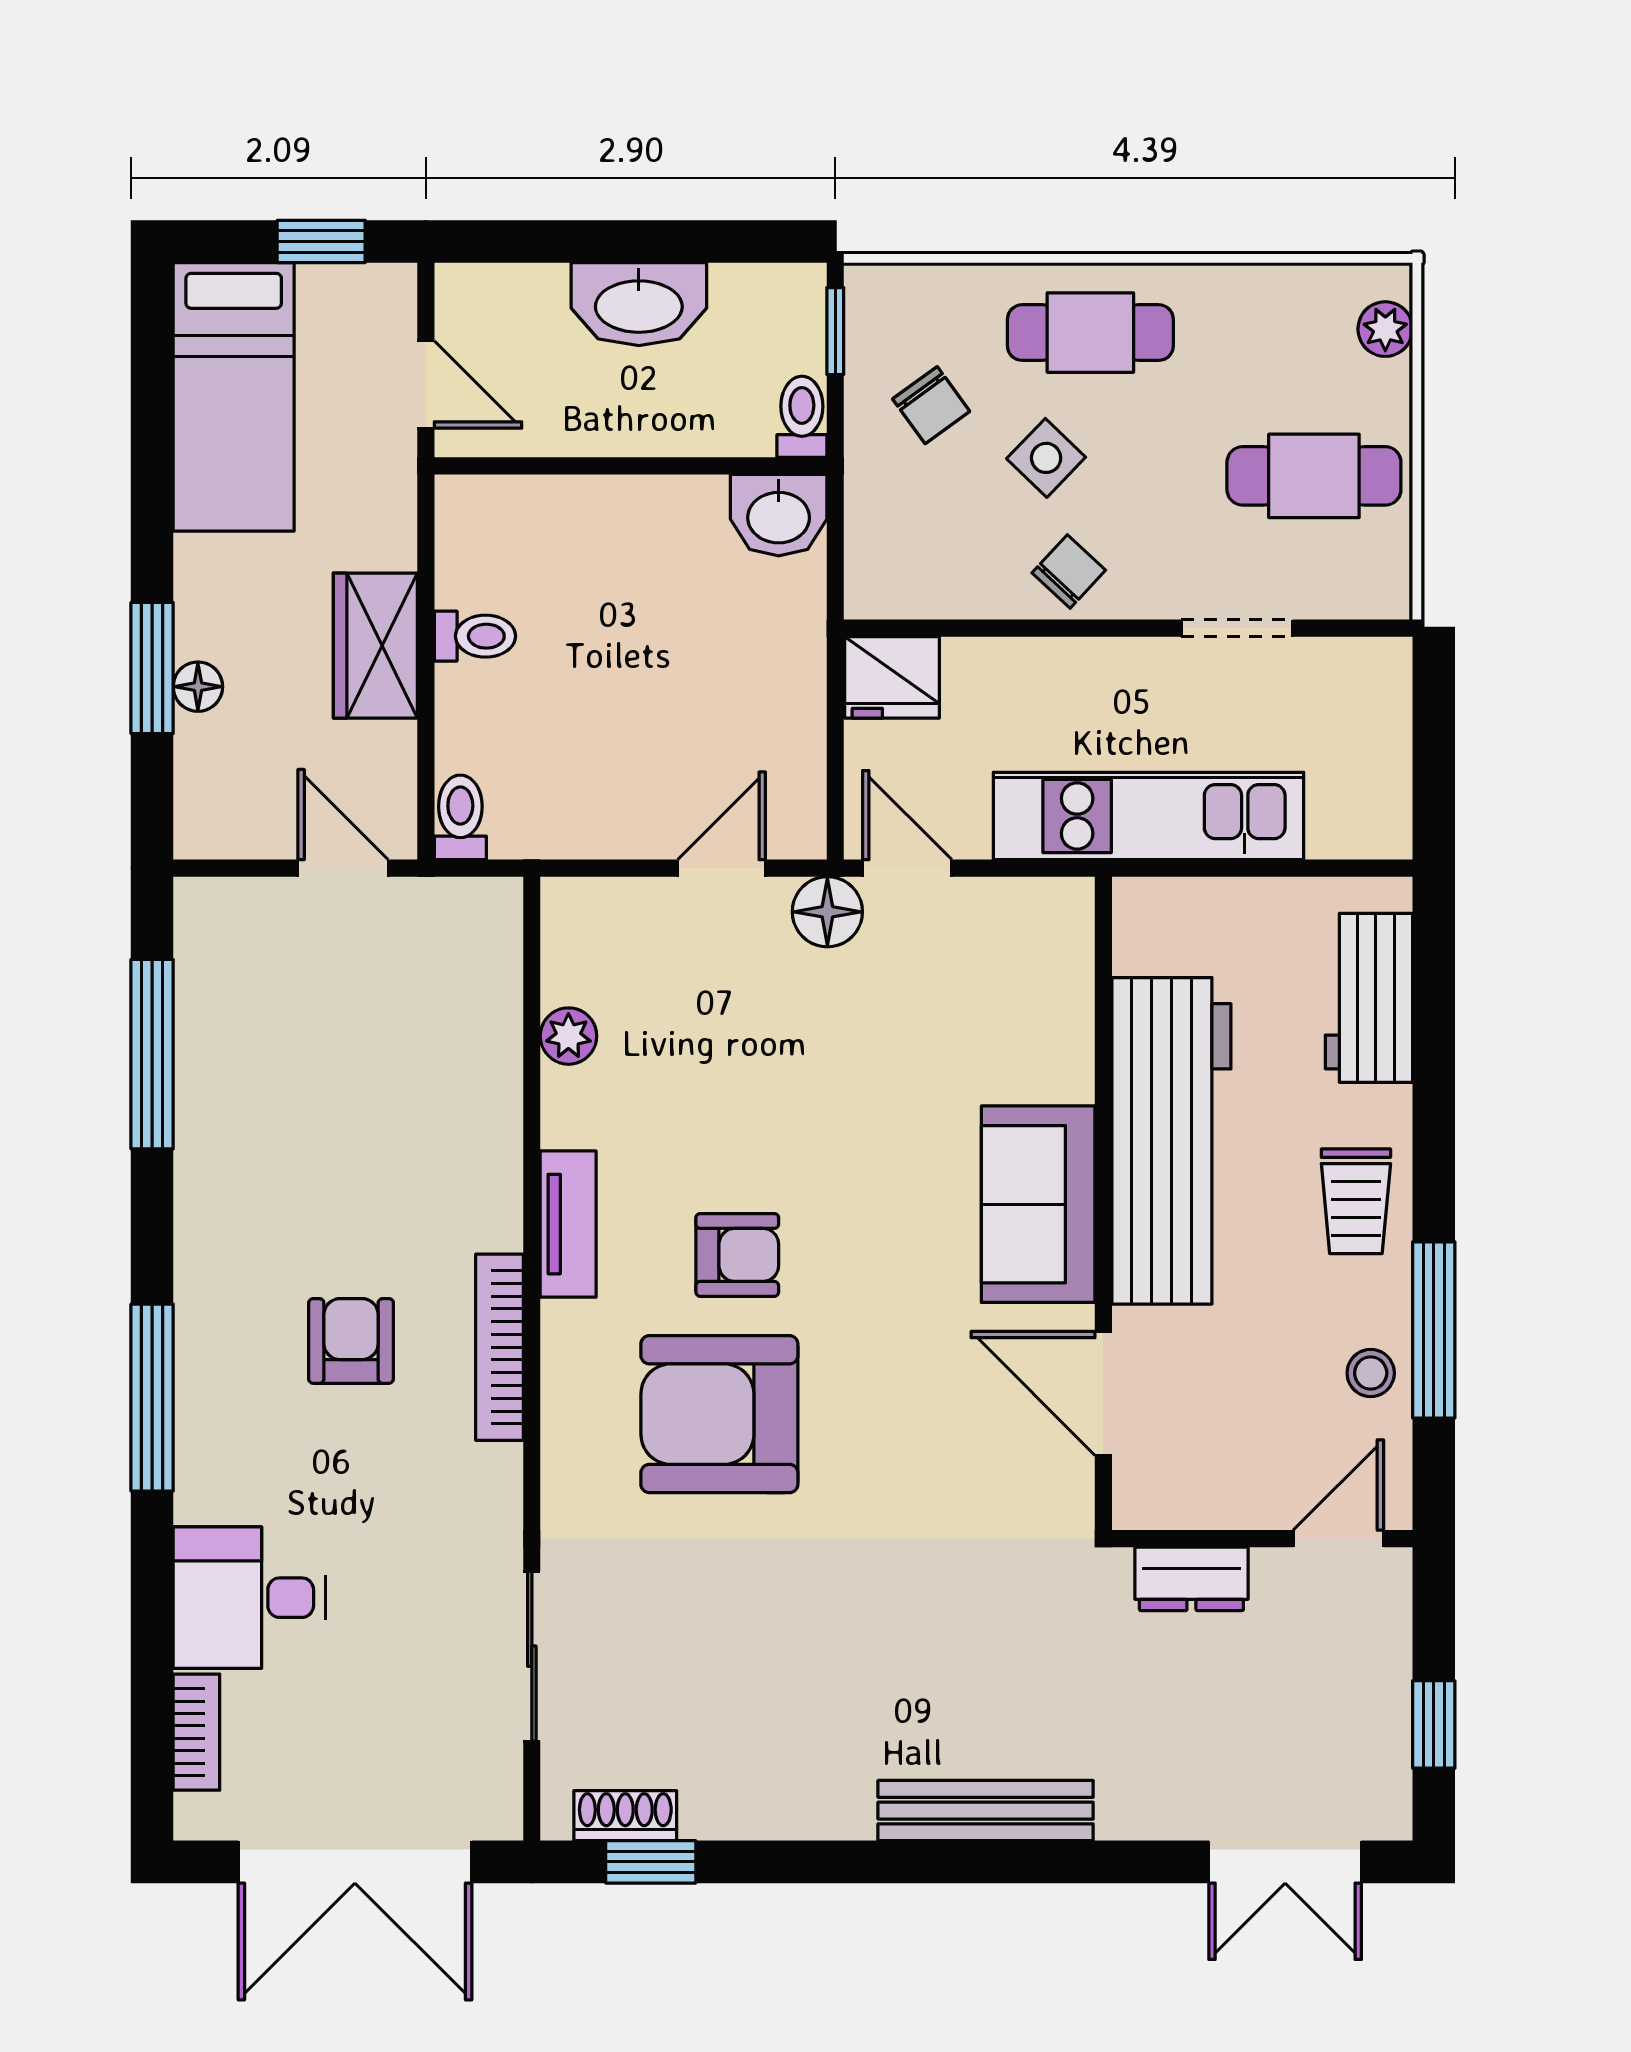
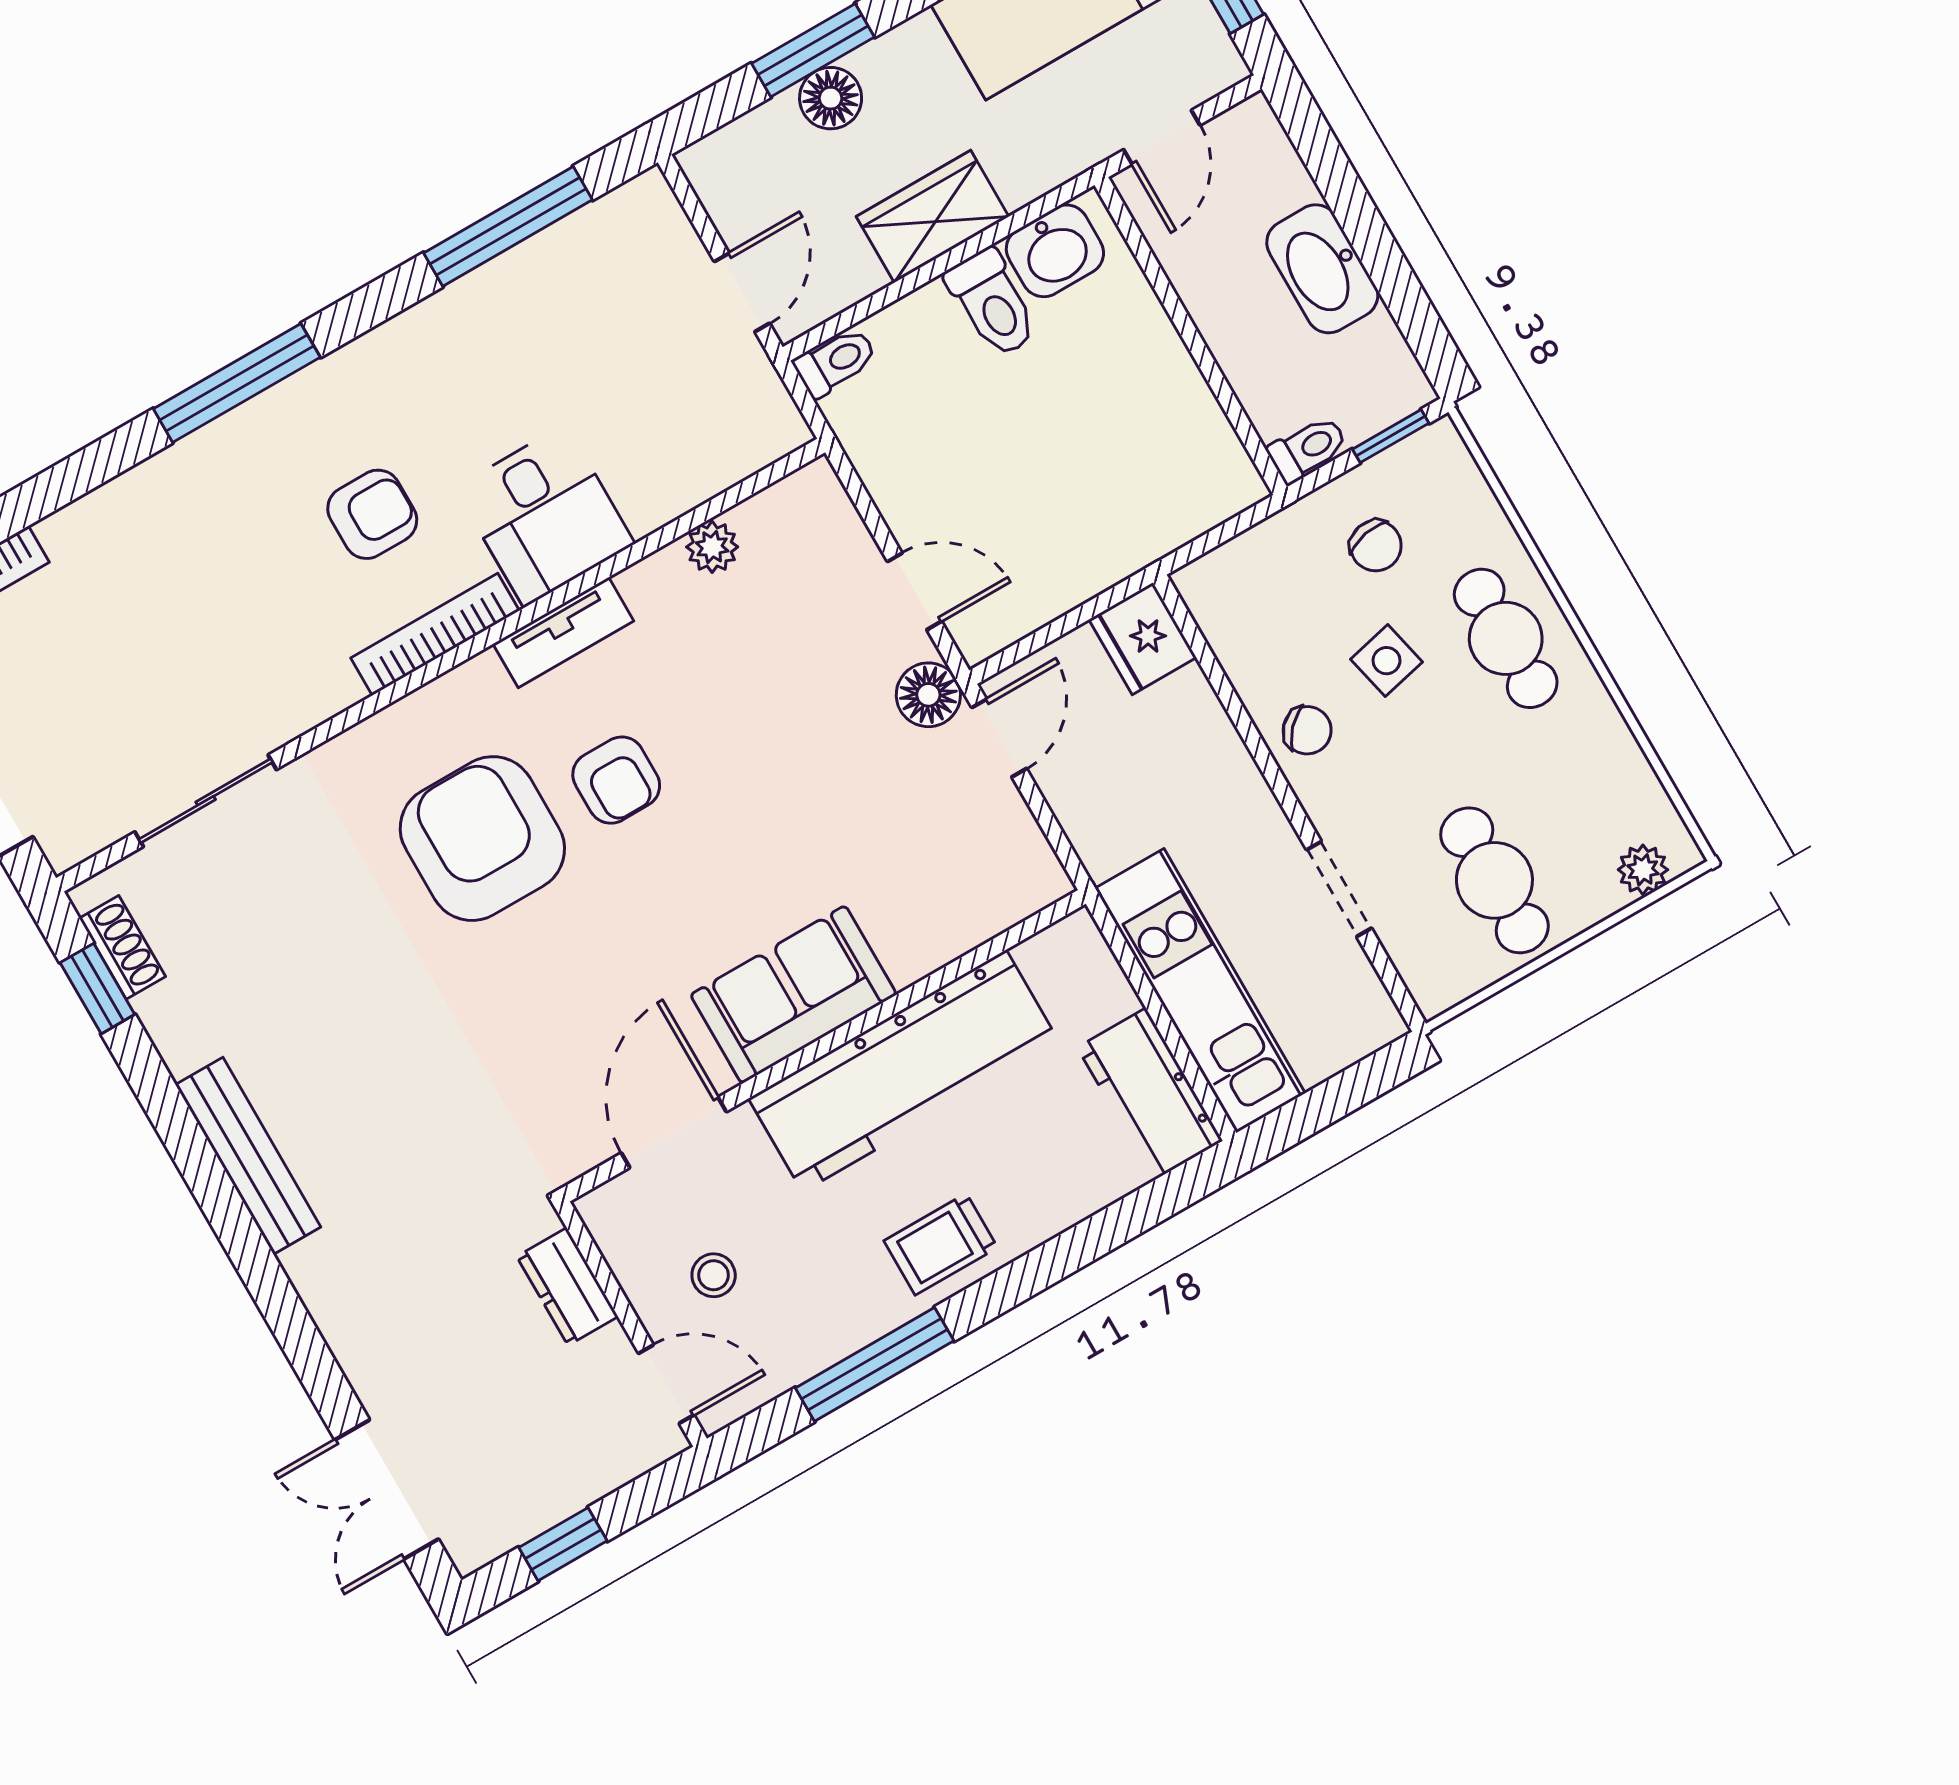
chair: (931, 405) -> (1376, 546), turned -65
side table: (1046, 458) -> (1386, 661), turned 33
washbasin: (779, 515) -> (1055, 251), moved, turned -90
toilet: (475, 636) -> (992, 303), width x1.37, depth x1.39
floor lamp: (198, 687) -> (831, 98), width x1.37, depth x1.37
kitchen unit: (1148, 816) -> (1200, 991), moved
workbench: (1369, 998) -> (1150, 1094), moved, turned -90
stool: (1371, 1373) -> (714, 1275), moved
desk: (249, 1598) -> (545, 516), moved, turned 180
bench: (986, 1811) -> (248, 1156), moved

